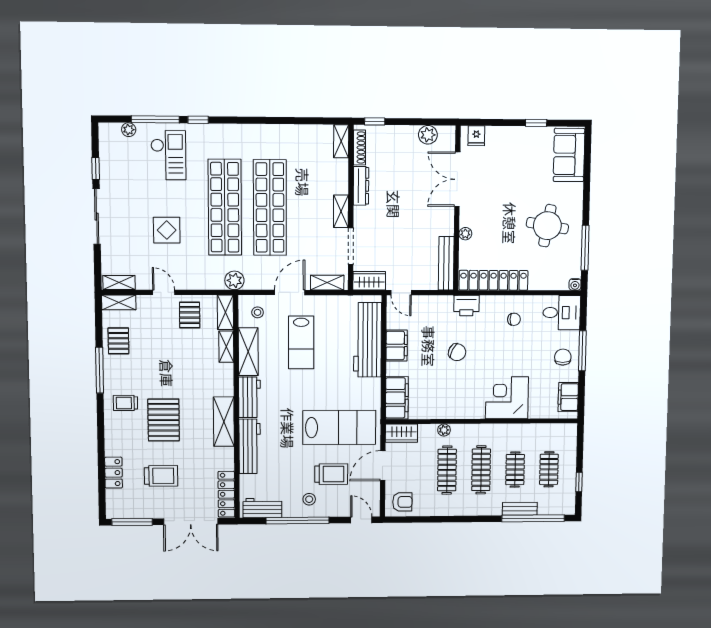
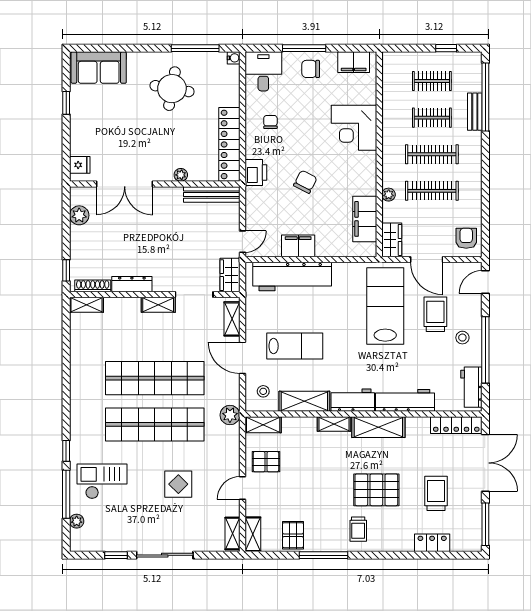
pallet: (118, 341) -> (293, 535), turned 90
shelving: (226, 347) -> (334, 424), moved
filing cabinet: (397, 398) -> (365, 219), moved, turned -90

